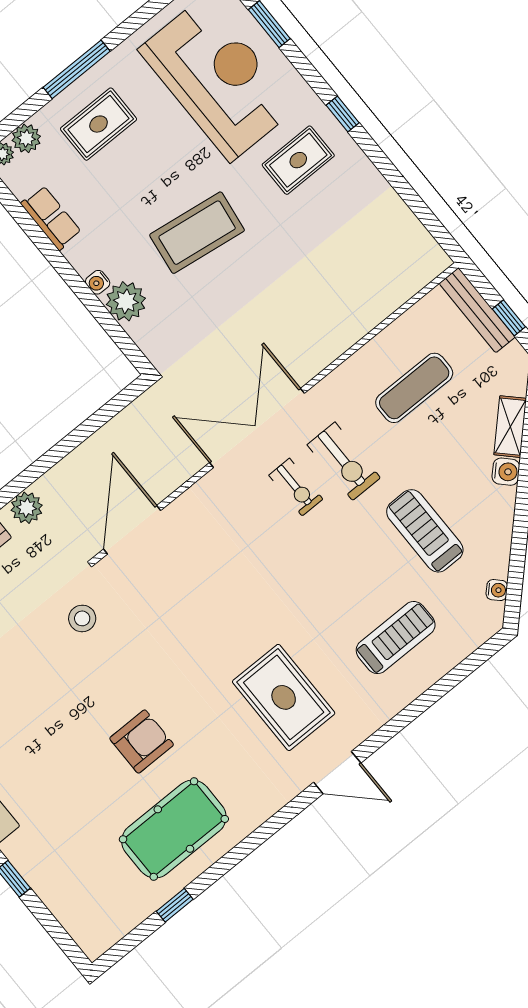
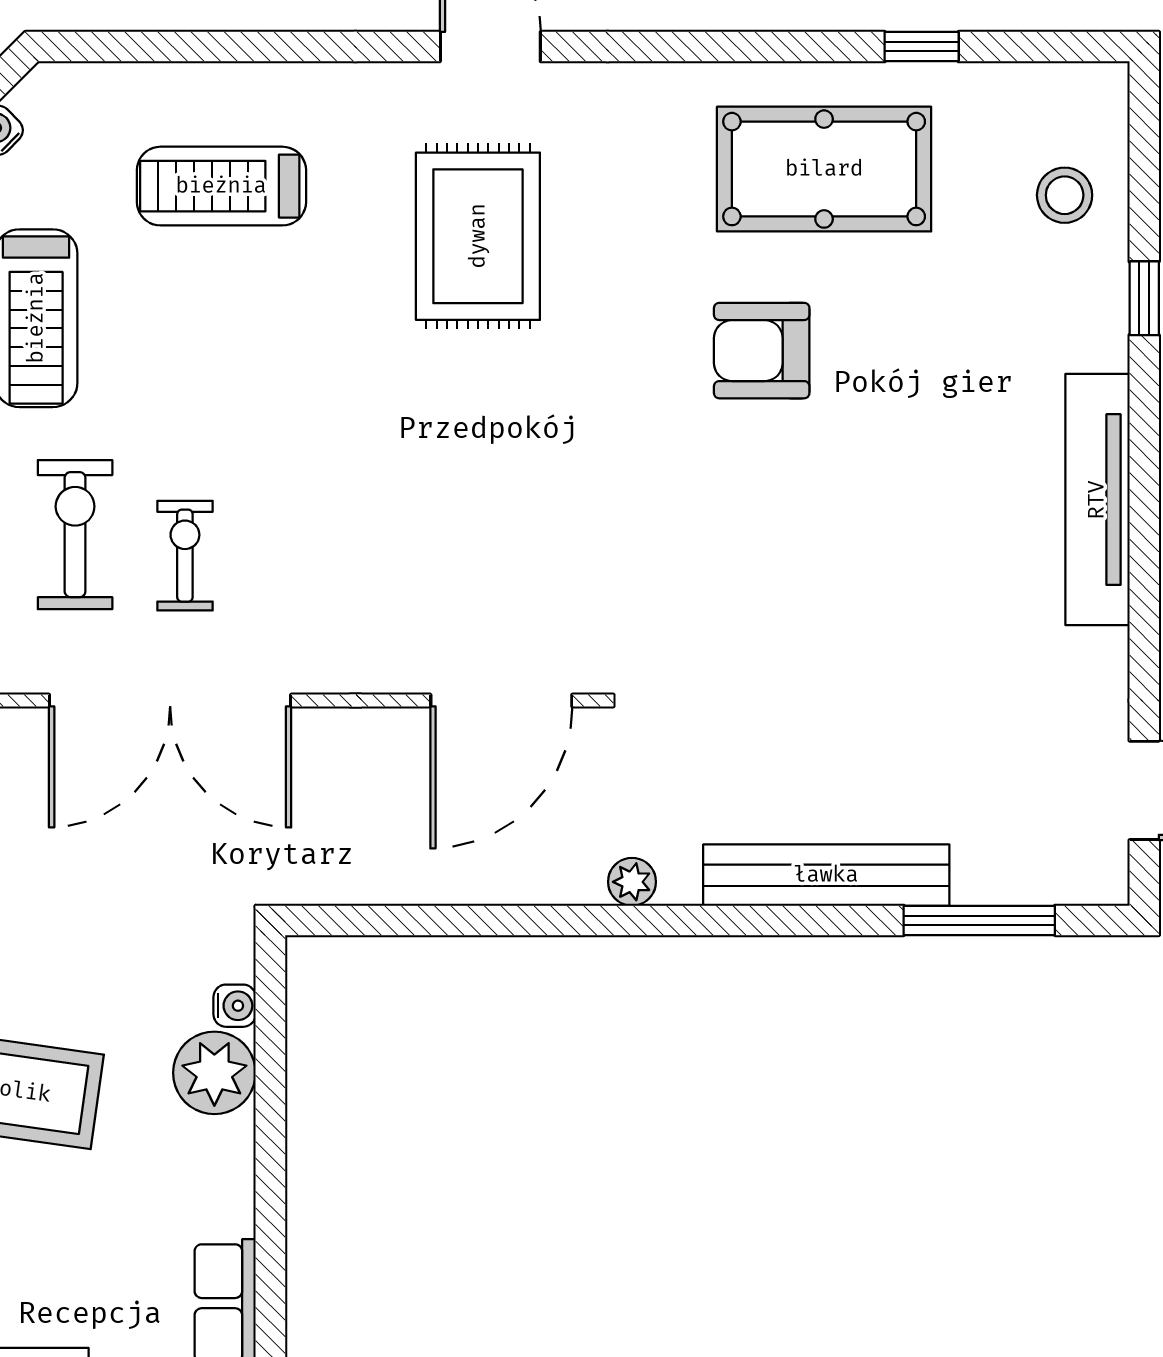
water cooler: (98, 282) -> (235, 1006), moved
plant: (27, 508) -> (632, 882), width x0.73, depth x0.73
stool: (82, 618) -> (1065, 195), moved

